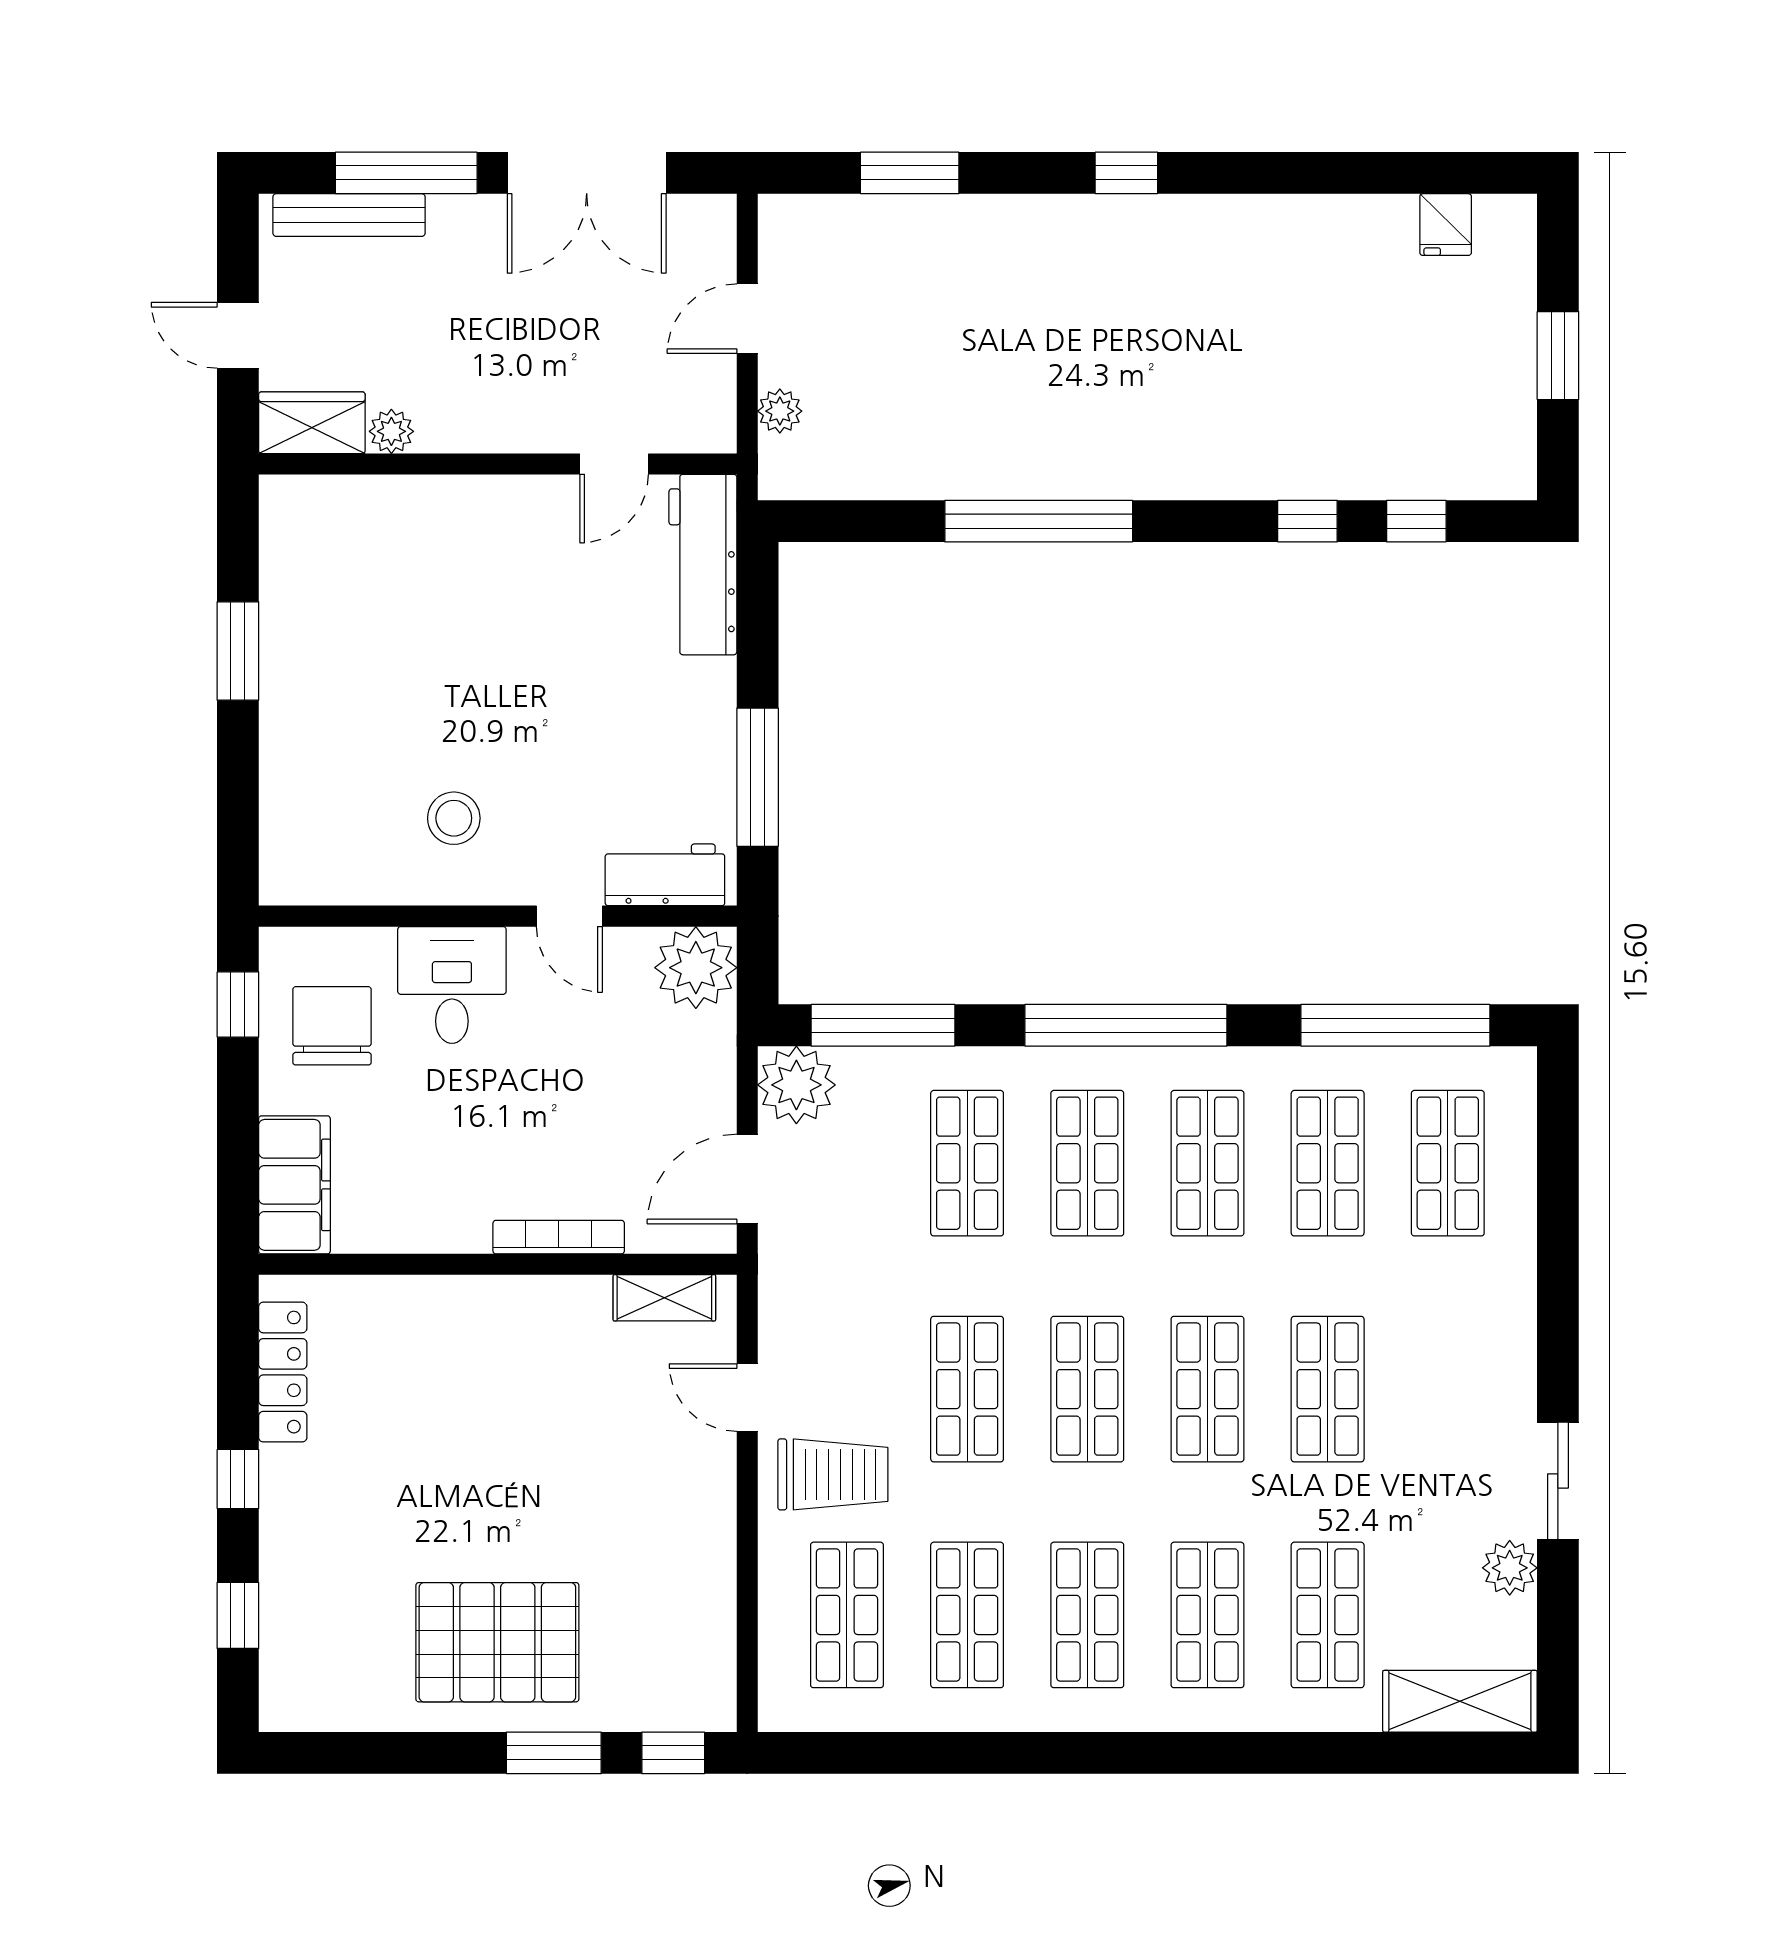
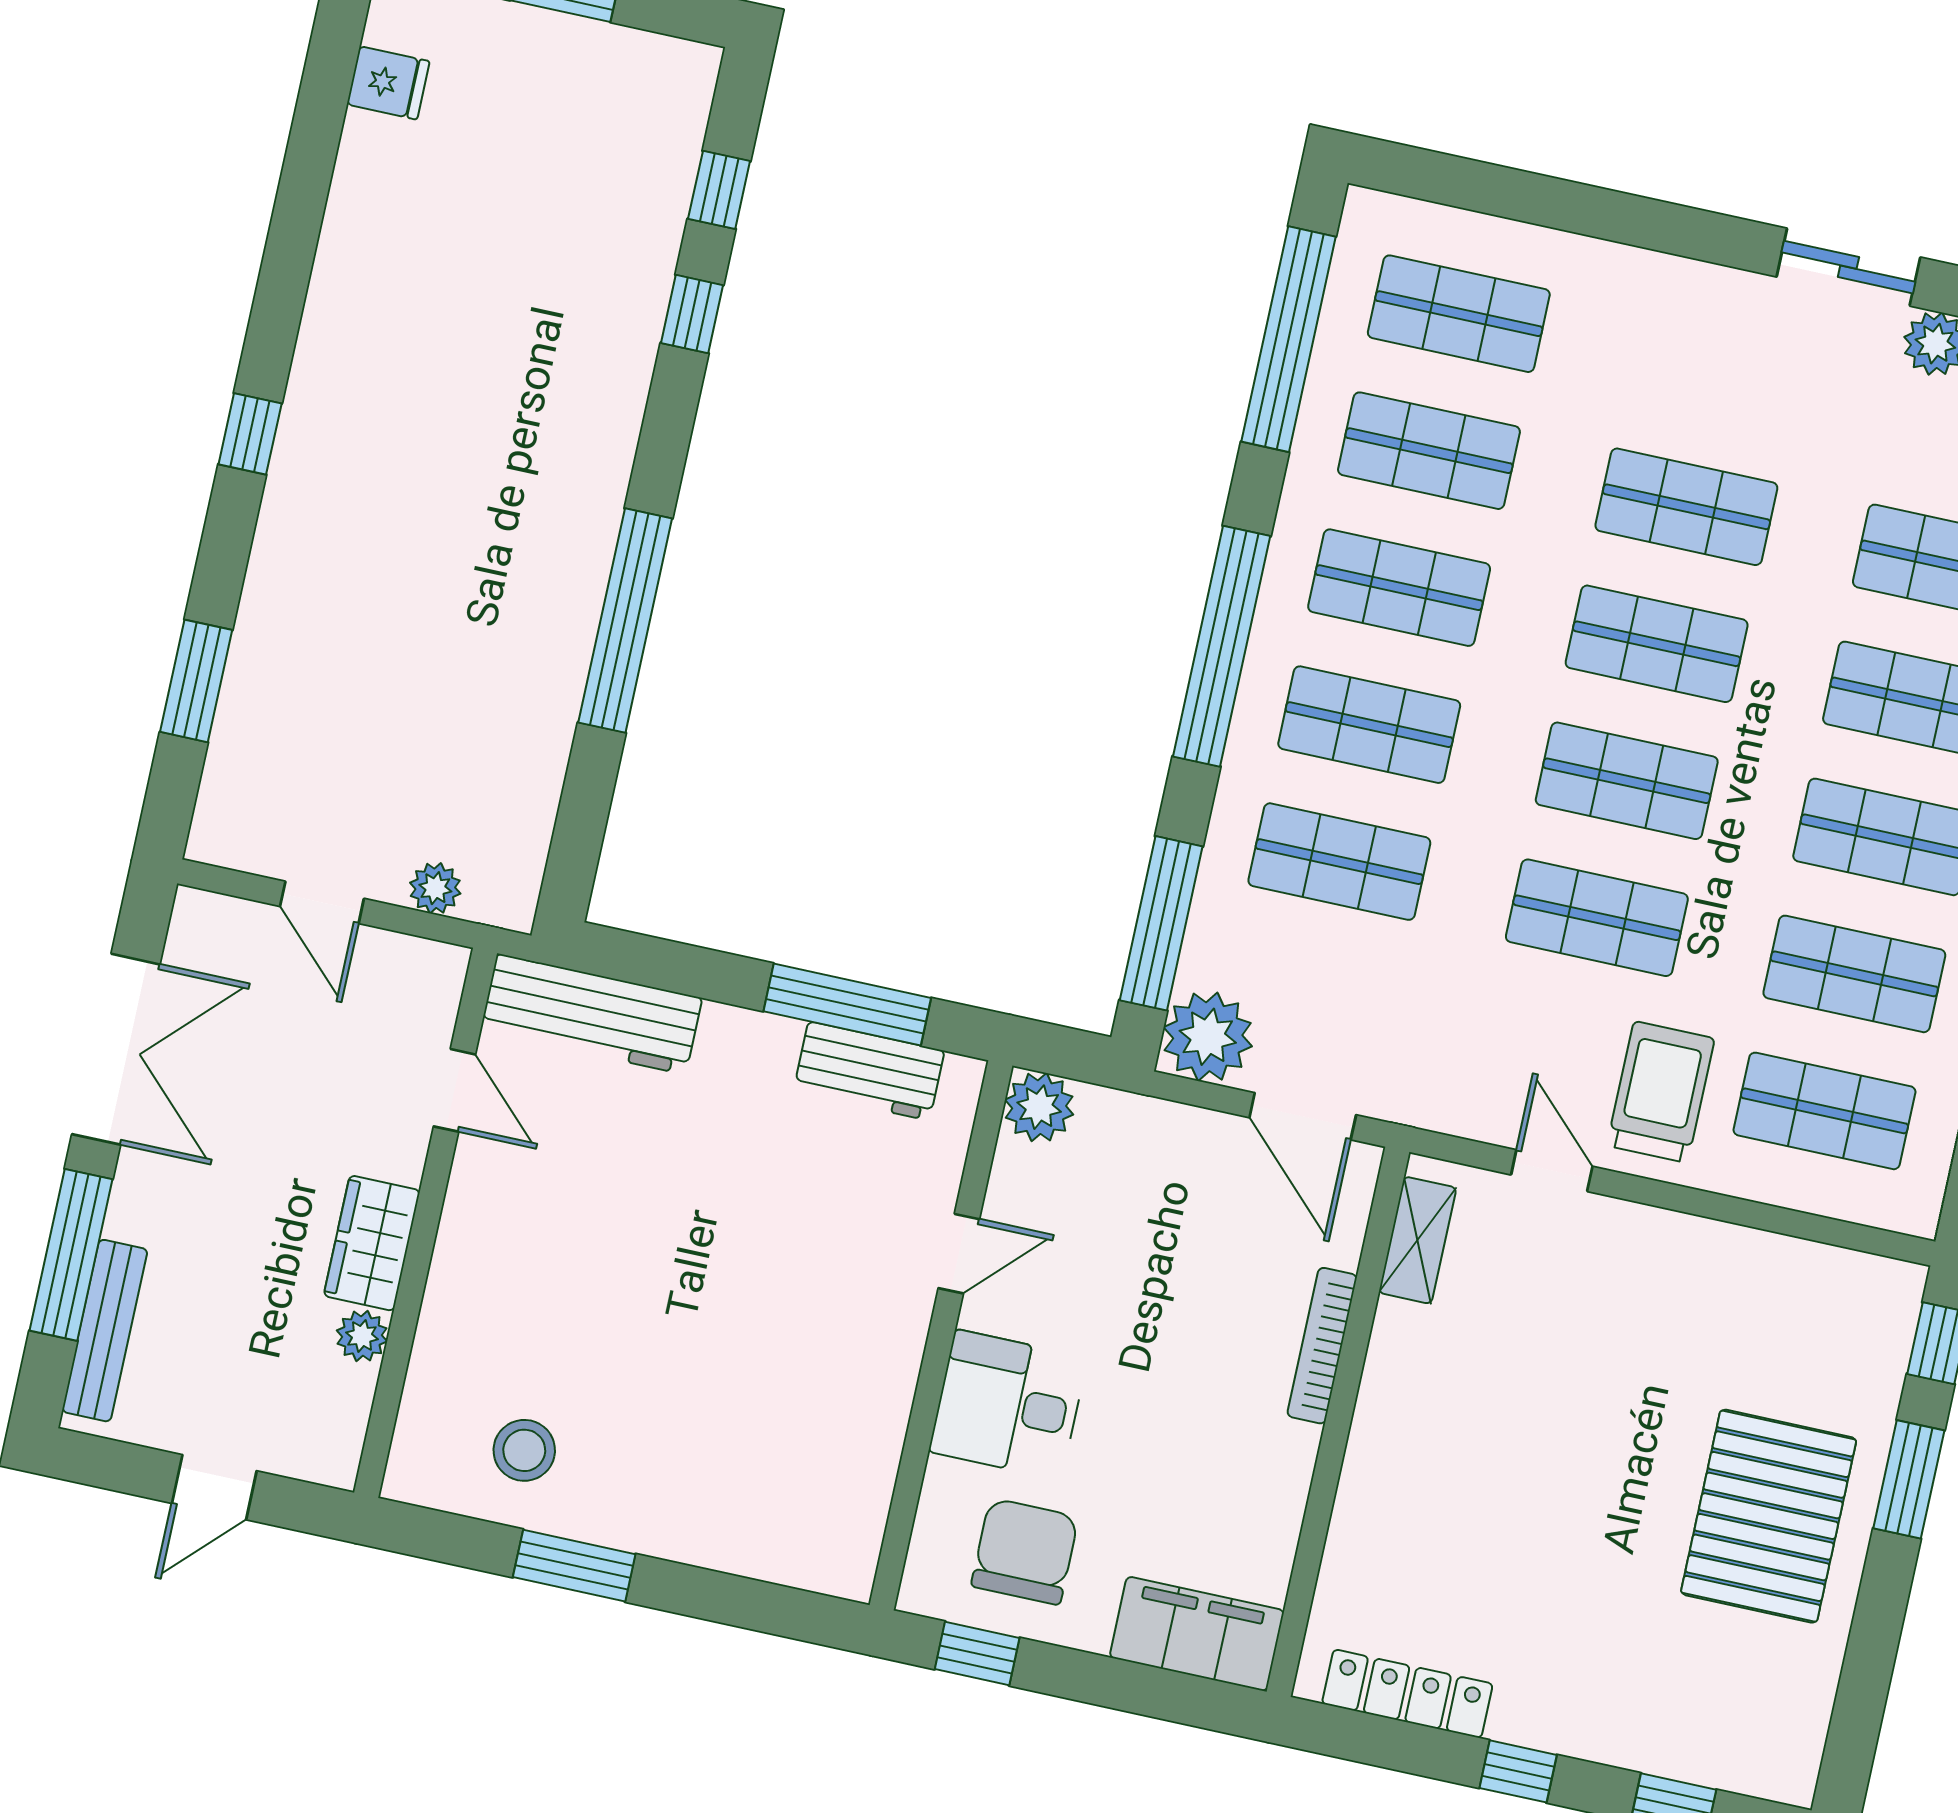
wardrobe: (312, 423) -> (372, 1243), moved
stool: (454, 818) -> (524, 1450), moved
workbench: (665, 875) -> (869, 1071), moved, turned -90
plant: (696, 968) -> (1039, 1107), width x0.73, depth x0.73
chair: (332, 1026) -> (1025, 1551), turned 90
door: (747, 1398) -> (1552, 1171), swing flipped

